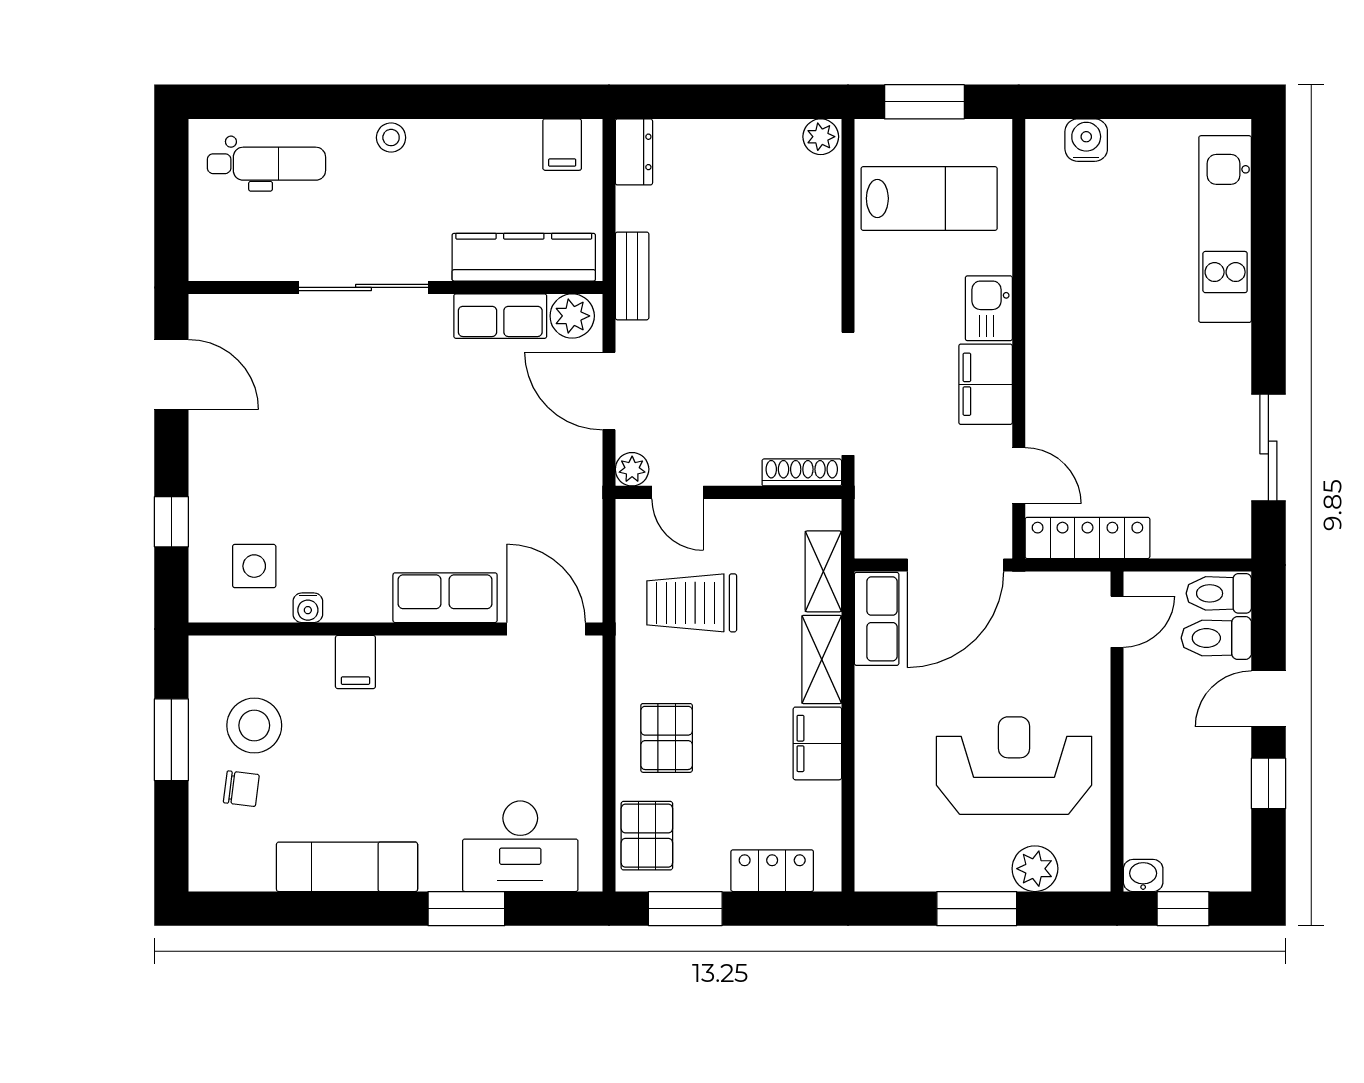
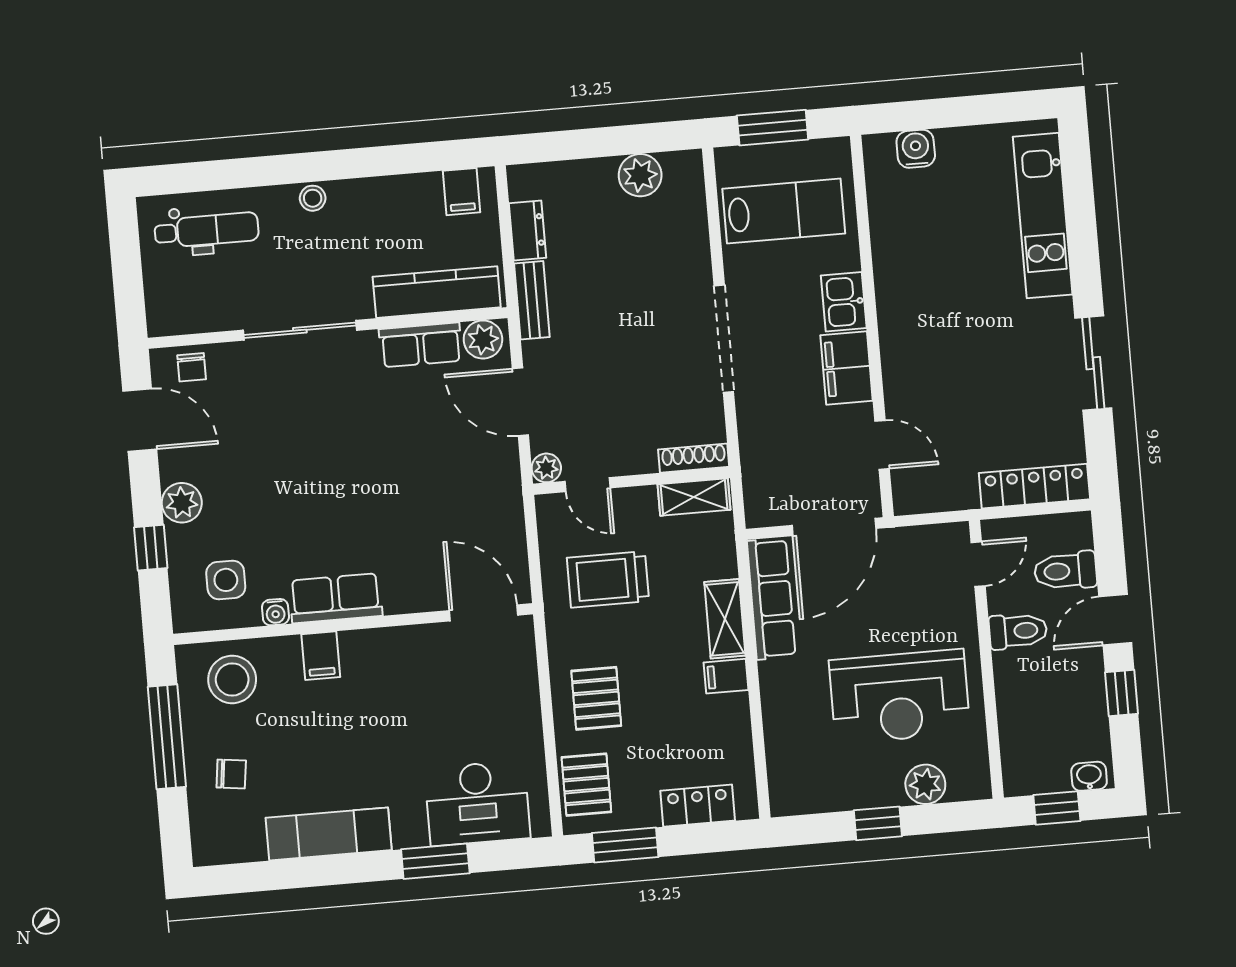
plant: (821, 137) -> (640, 175), moved, width x1.38, depth x1.38
dresser: (634, 152) -> (528, 230), moved
chair: (236, 319) -> (192, 367), added
doorway: (848, 394) -> (724, 339), moved
sliding door: (1268, 447) -> (1093, 363), moved
plant: (211, 473) -> (182, 503), added
locker: (1087, 538) -> (1034, 486), moved
shelving: (823, 571) -> (694, 497), moved, turned 90
toilet: (1219, 593) -> (1018, 631), moved, turned 180
row of seats: (445, 598) -> (336, 598), moved
row of seats: (877, 619) -> (771, 599), width x1.48
stool: (254, 725) -> (232, 679), moved
window: (171, 740) -> (167, 737), width x1.44
filing cabinet: (817, 743) -> (726, 676), width x0.50
reception desk: (1014, 766) -> (900, 697), turned 180
washbasin: (1143, 876) -> (1089, 776), moved
window: (977, 909) -> (878, 823), width x0.67

